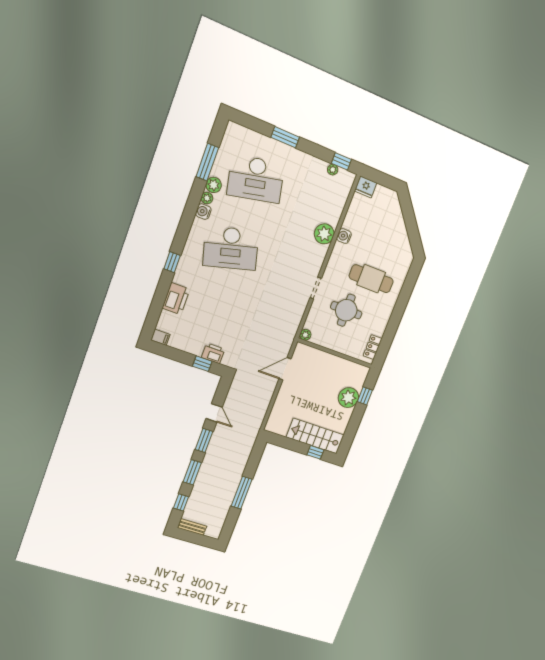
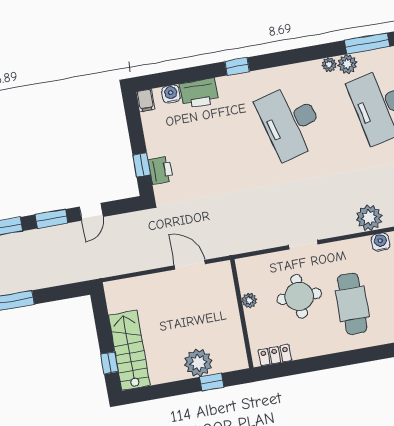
water cooler: (203, 212) -> (171, 94), moved
plant: (305, 335) -> (249, 300), moved

